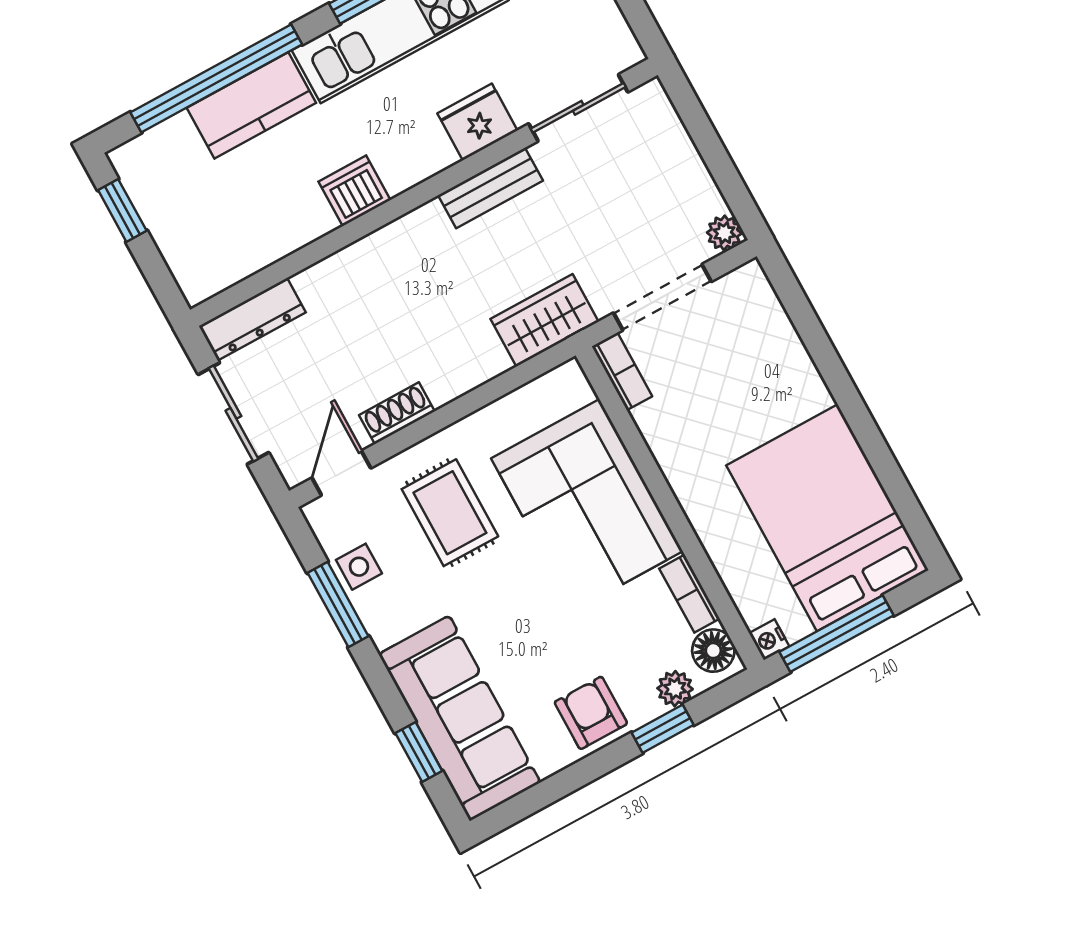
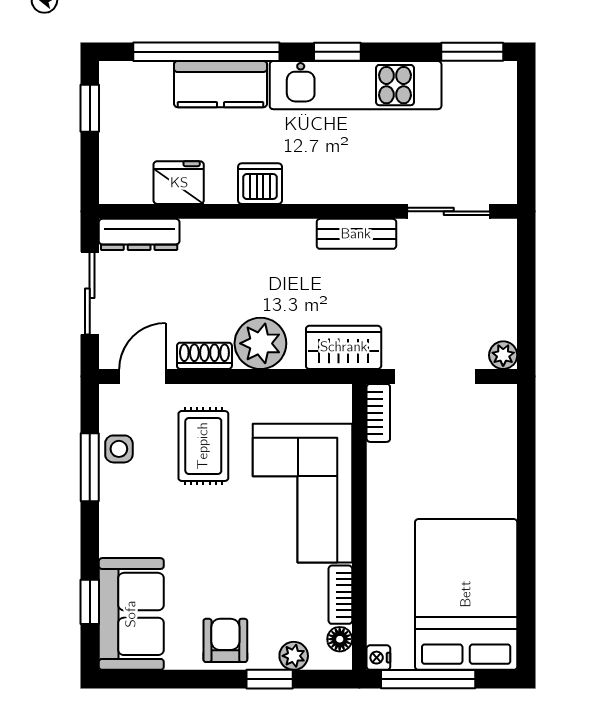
fridge: (477, 122) -> (179, 183), moved
plant: (451, 366) -> (260, 343), added
floor lamp: (713, 651) -> (340, 639), width x0.73, depth x0.73
sofa: (460, 718) -> (131, 614), width x0.73

